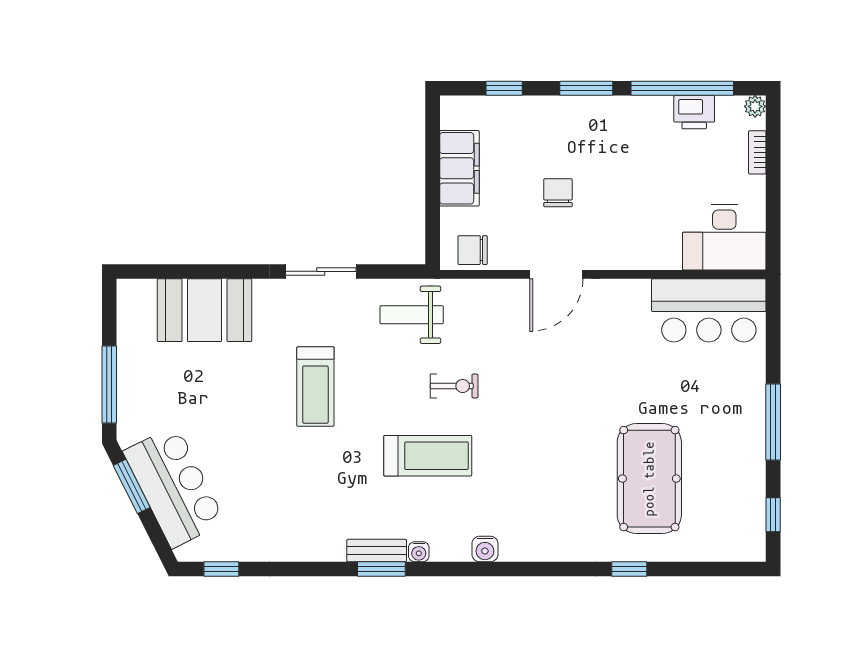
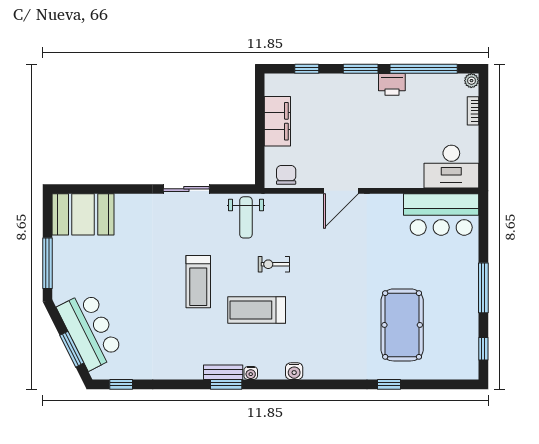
printer: (694, 112) -> (392, 84), moved
chair: (558, 193) -> (342, 137), removed
chair: (473, 250) -> (286, 175), turned 90
booth: (205, 310) -> (83, 214), moved
weight bench: (412, 315) -> (246, 217), turned -90
exercise bike: (454, 386) -> (274, 264), turned 180
treadmill: (315, 387) -> (198, 282), moved
treadmill: (428, 456) -> (257, 310), turned 180
window: (132, 486) -> (72, 349), moved

